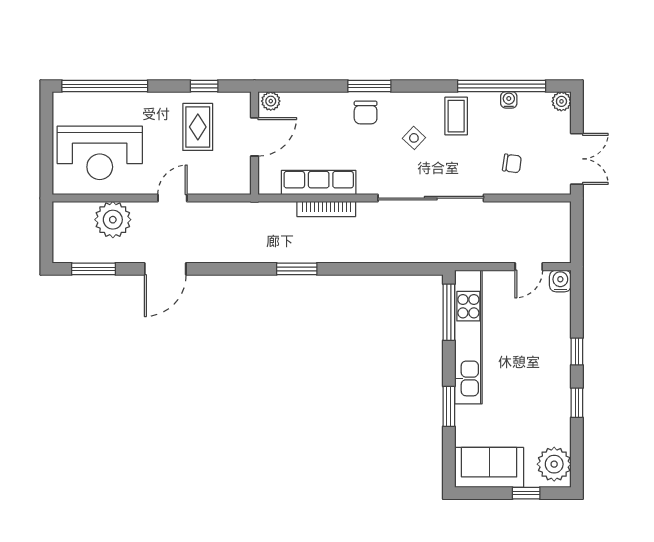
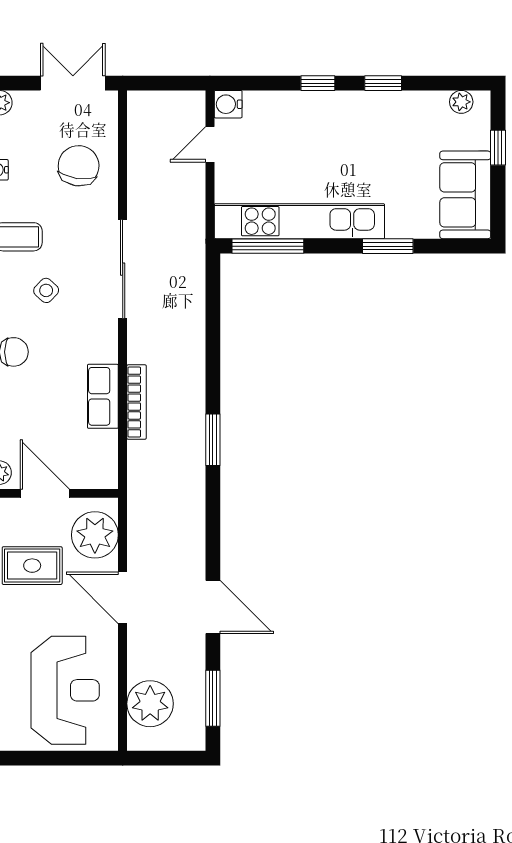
chair: (512, 163) -> (79, 166), width x1.87, depth x1.87
plant: (222, 176) -> (95, 535), added
row of seats: (319, 183) -> (103, 396), width x0.68
door: (172, 198) -> (123, 598), width x1.38
sliding door: (431, 198) -> (123, 269), width x0.73
plant: (113, 220) -> (150, 704), moved
door: (529, 267) -> (210, 144), swing flipped
plant: (554, 464) -> (461, 102), width x0.53, depth x0.53

